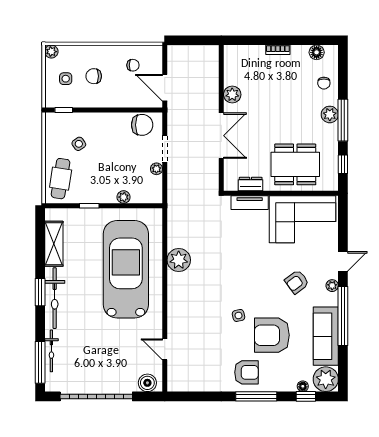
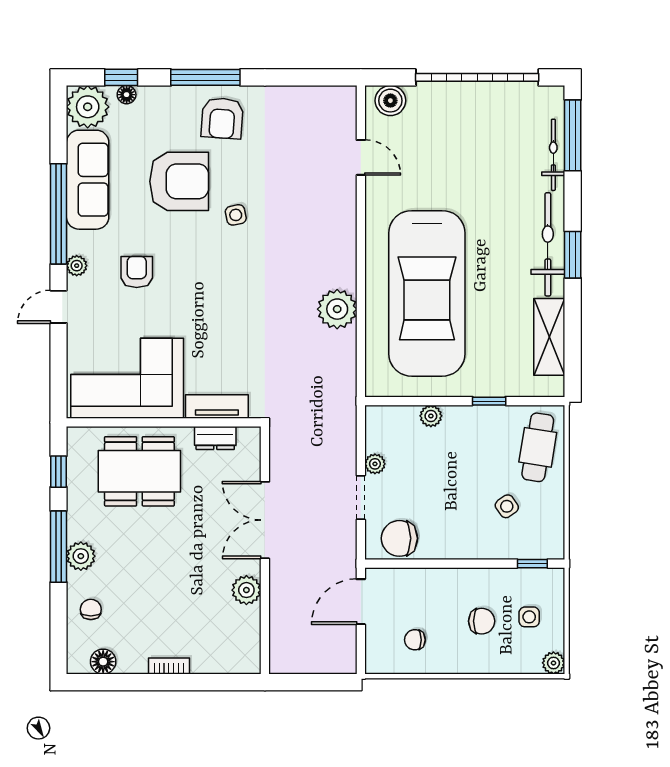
door: (165, 88) -> (361, 602), swing flipped
armchair: (297, 282) -> (137, 272), turned -54
armchair: (246, 372) -> (222, 118), turned -86

